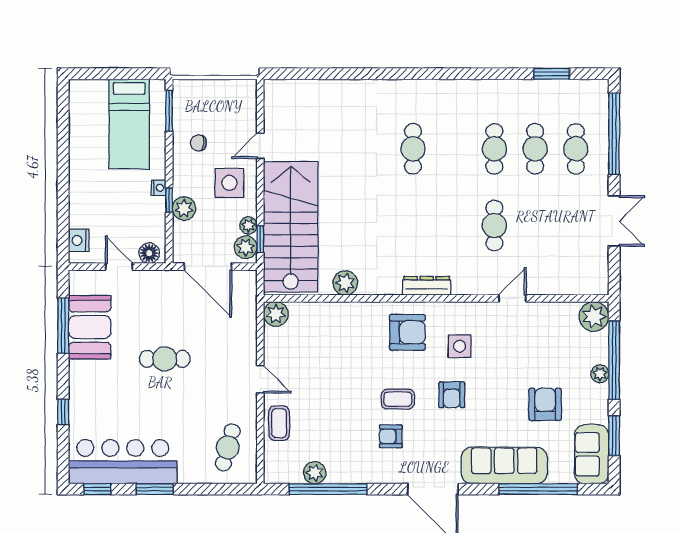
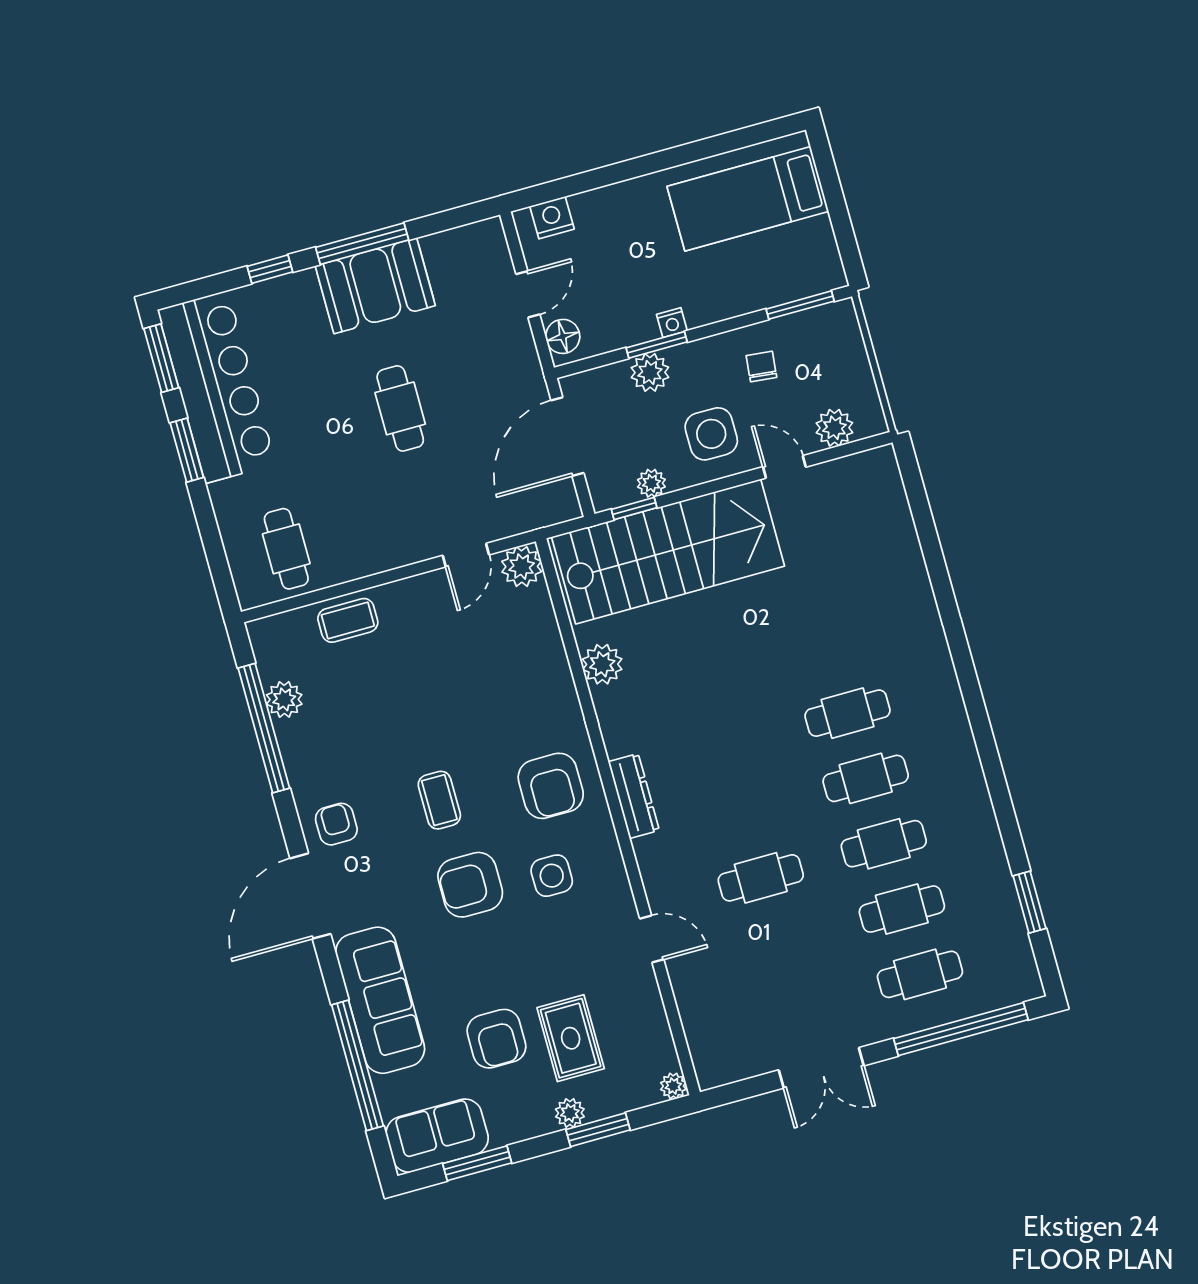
bed: (129, 124) -> (748, 199), moved
cafe table: (454, 149) -> (866, 778), added
window: (169, 200) -> (657, 345), width x1.50
plant: (246, 247) -> (834, 428), moved
plant: (594, 316) -> (673, 1086), width x0.53, depth x0.53
window: (63, 326) -> (362, 244), moved
booth: (90, 327) -> (375, 286), moved
window: (614, 360) -> (598, 1130), width x0.47
rug: (557, 361) -> (571, 1038), added
door: (260, 379) -> (466, 555), moved
armchair: (452, 395) -> (470, 885), width x1.38, depth x1.38
armchair: (545, 404) -> (496, 1039), turned 90
armchair: (391, 436) -> (336, 824), moved
cafe table: (228, 447) -> (286, 549), turned 75
window: (97, 489) -> (161, 358), width x1.50

